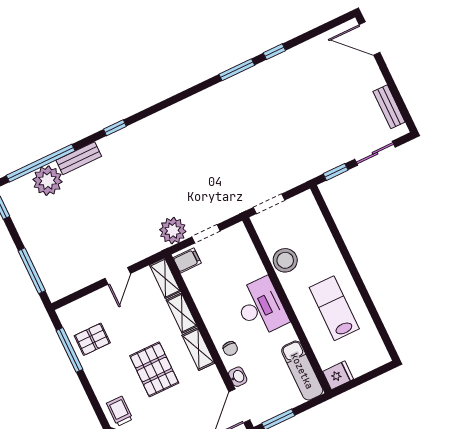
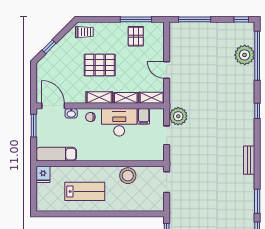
bench: (79, 158) -> (249, 160), moved
filing cabinet: (187, 260) -> (144, 116), moved
desk: (261, 307) -> (119, 122), moved, turned 180

